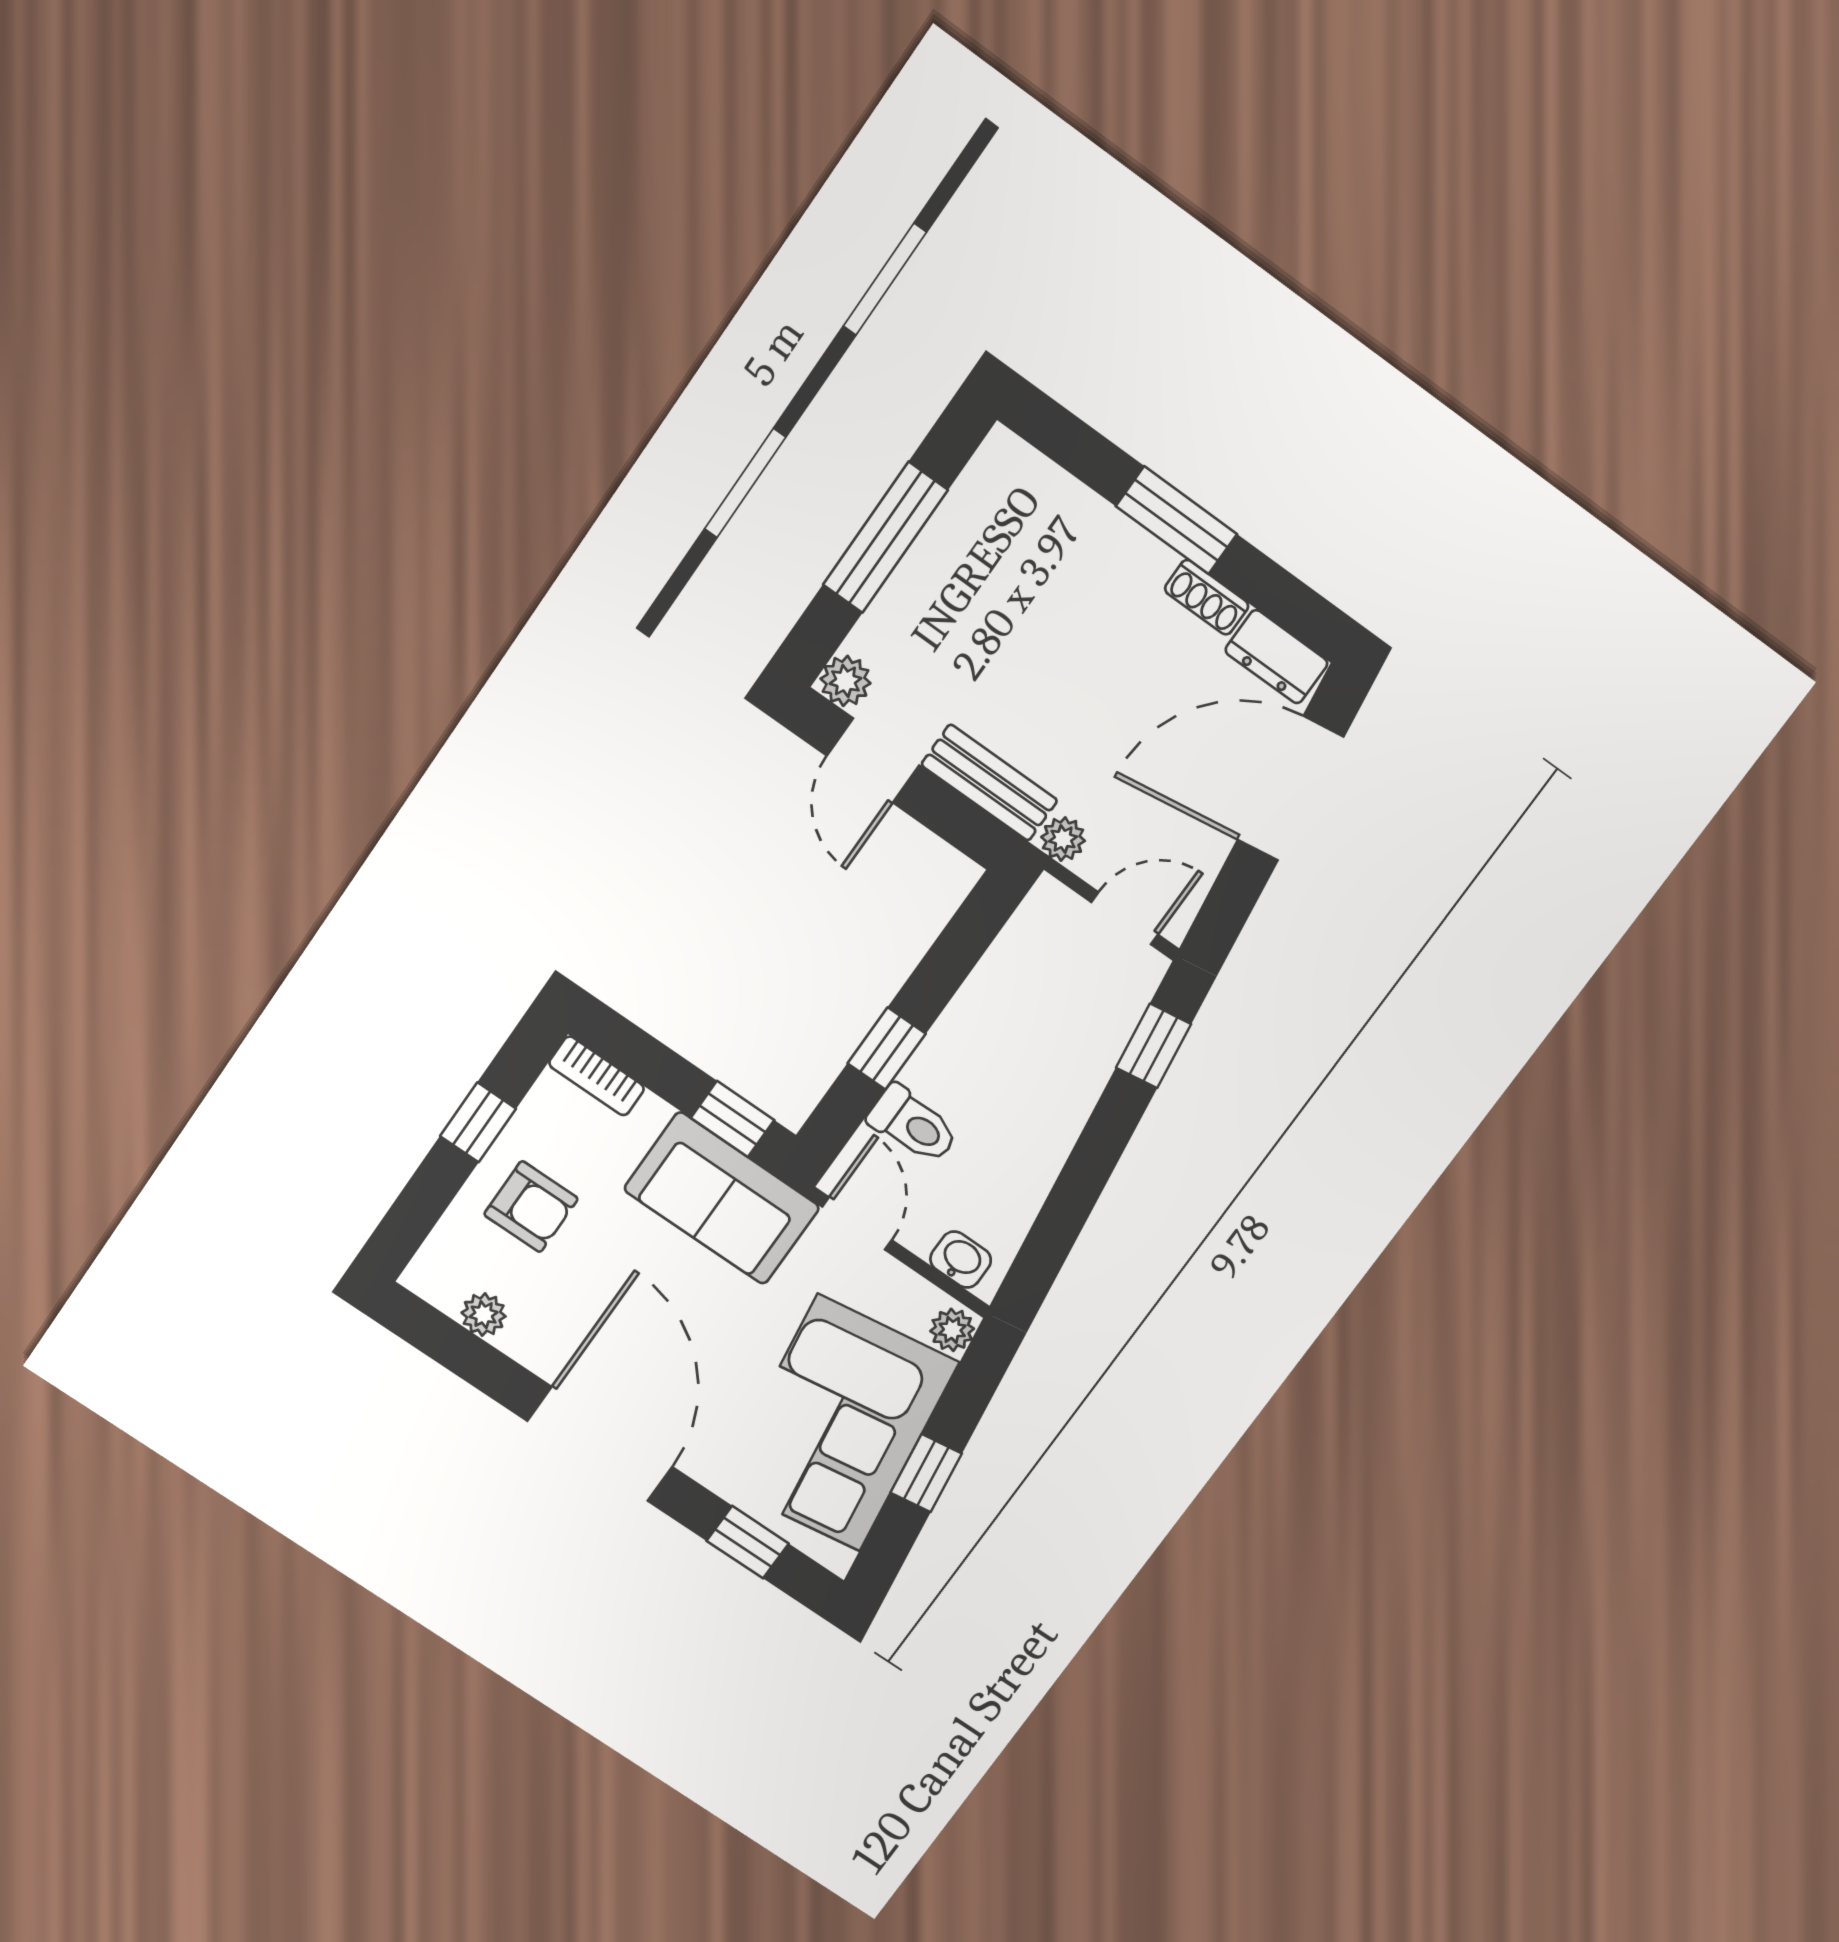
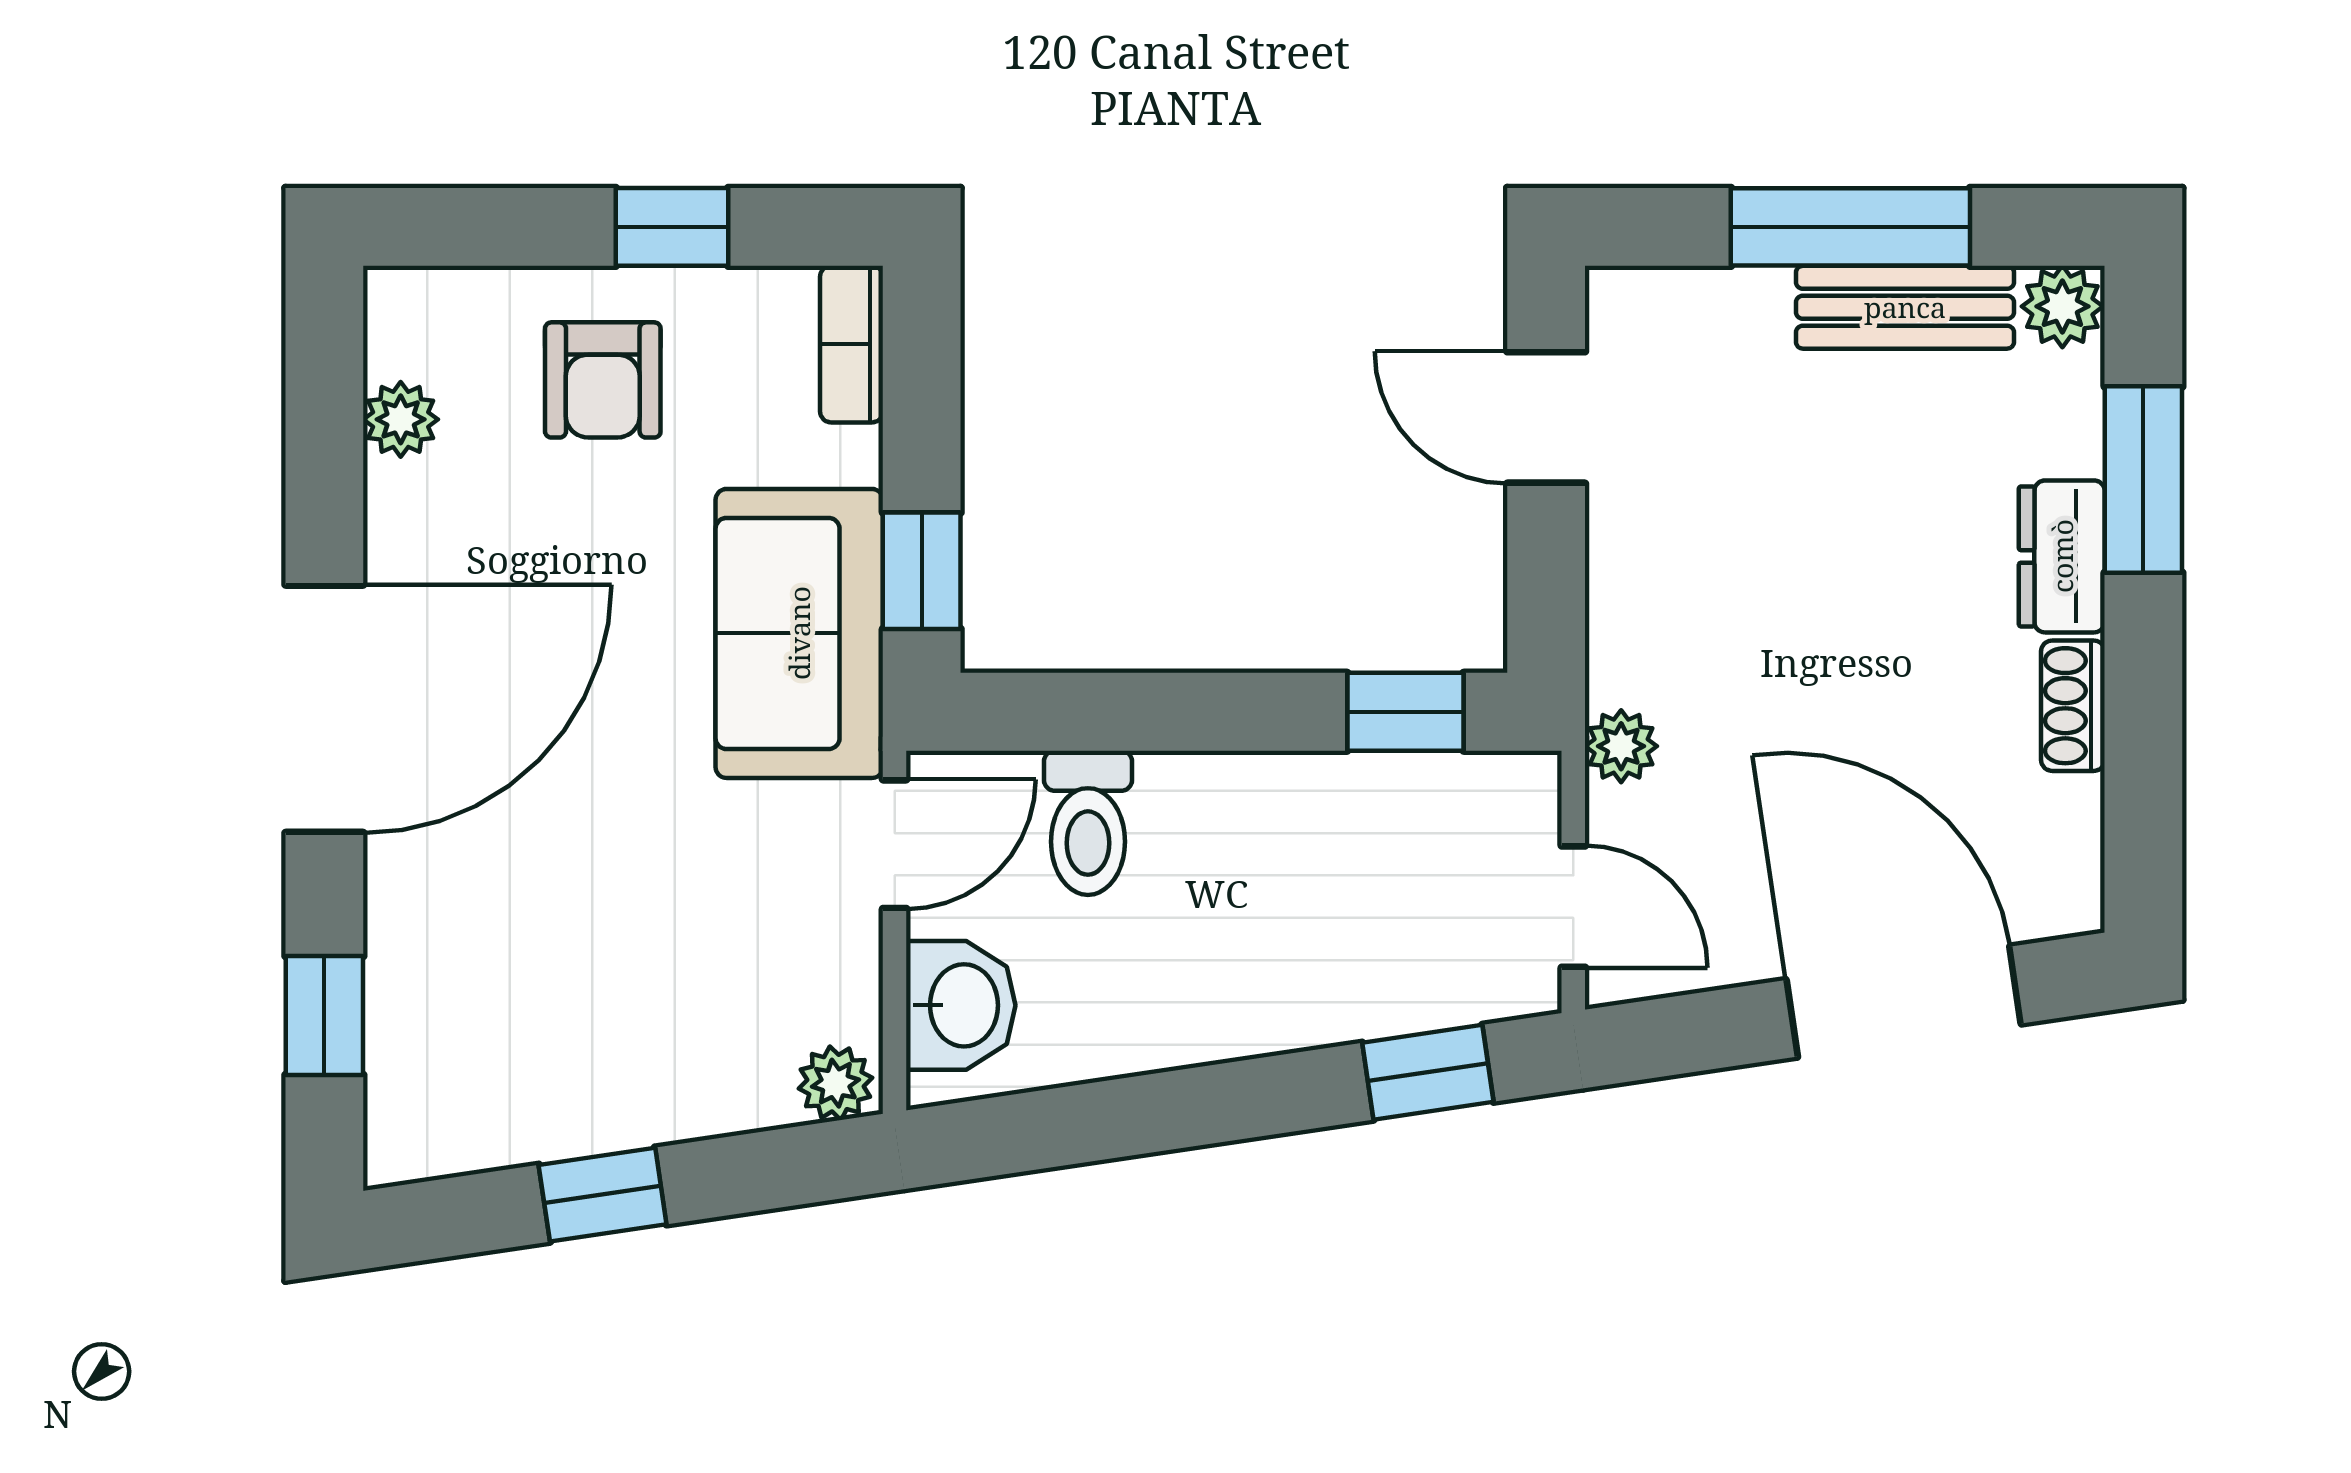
window: (1176, 520) -> (2143, 480), moved
dresser: (1276, 657) -> (2062, 556), moved
plant: (845, 681) -> (2062, 306), moved
door: (873, 760) -> (1546, 417), hinge flipped
bench: (989, 783) -> (1905, 307), moved, turned 90
window: (887, 1048) -> (1405, 712), moved
washbasin: (961, 1260) -> (961, 1005), width x1.38, depth x1.45
corner sofa: (839, 1423) -> (589, 1021), removed

